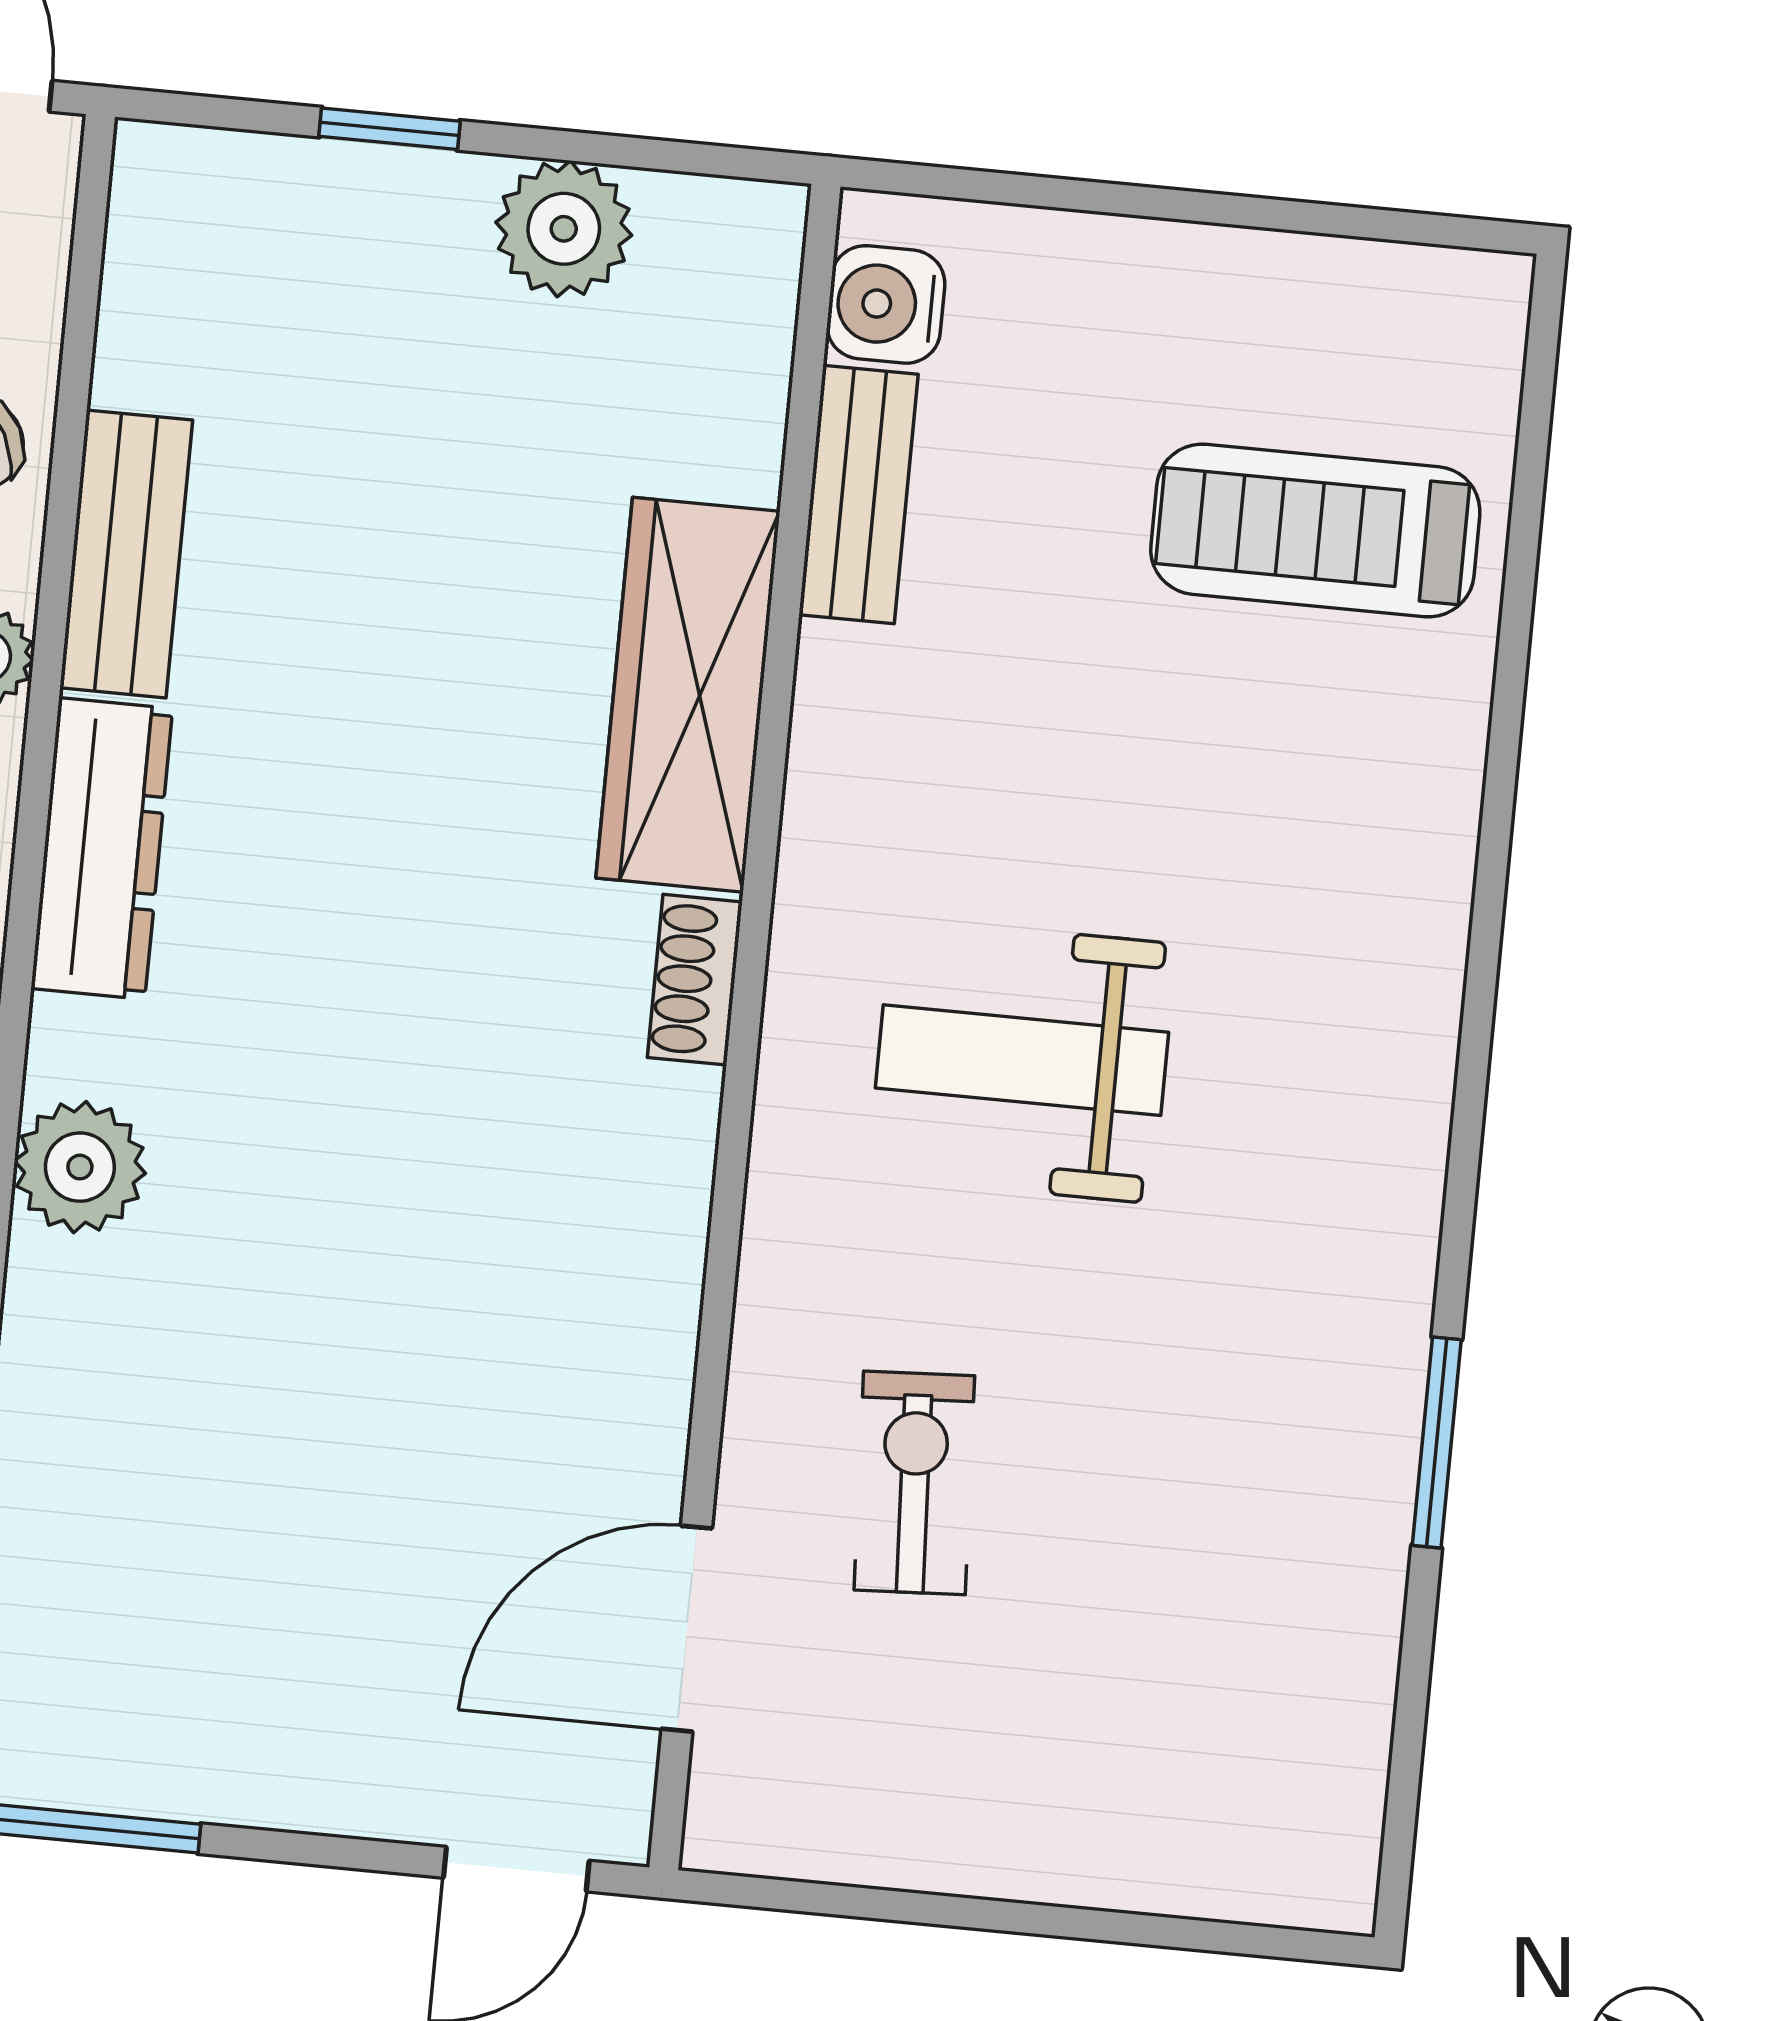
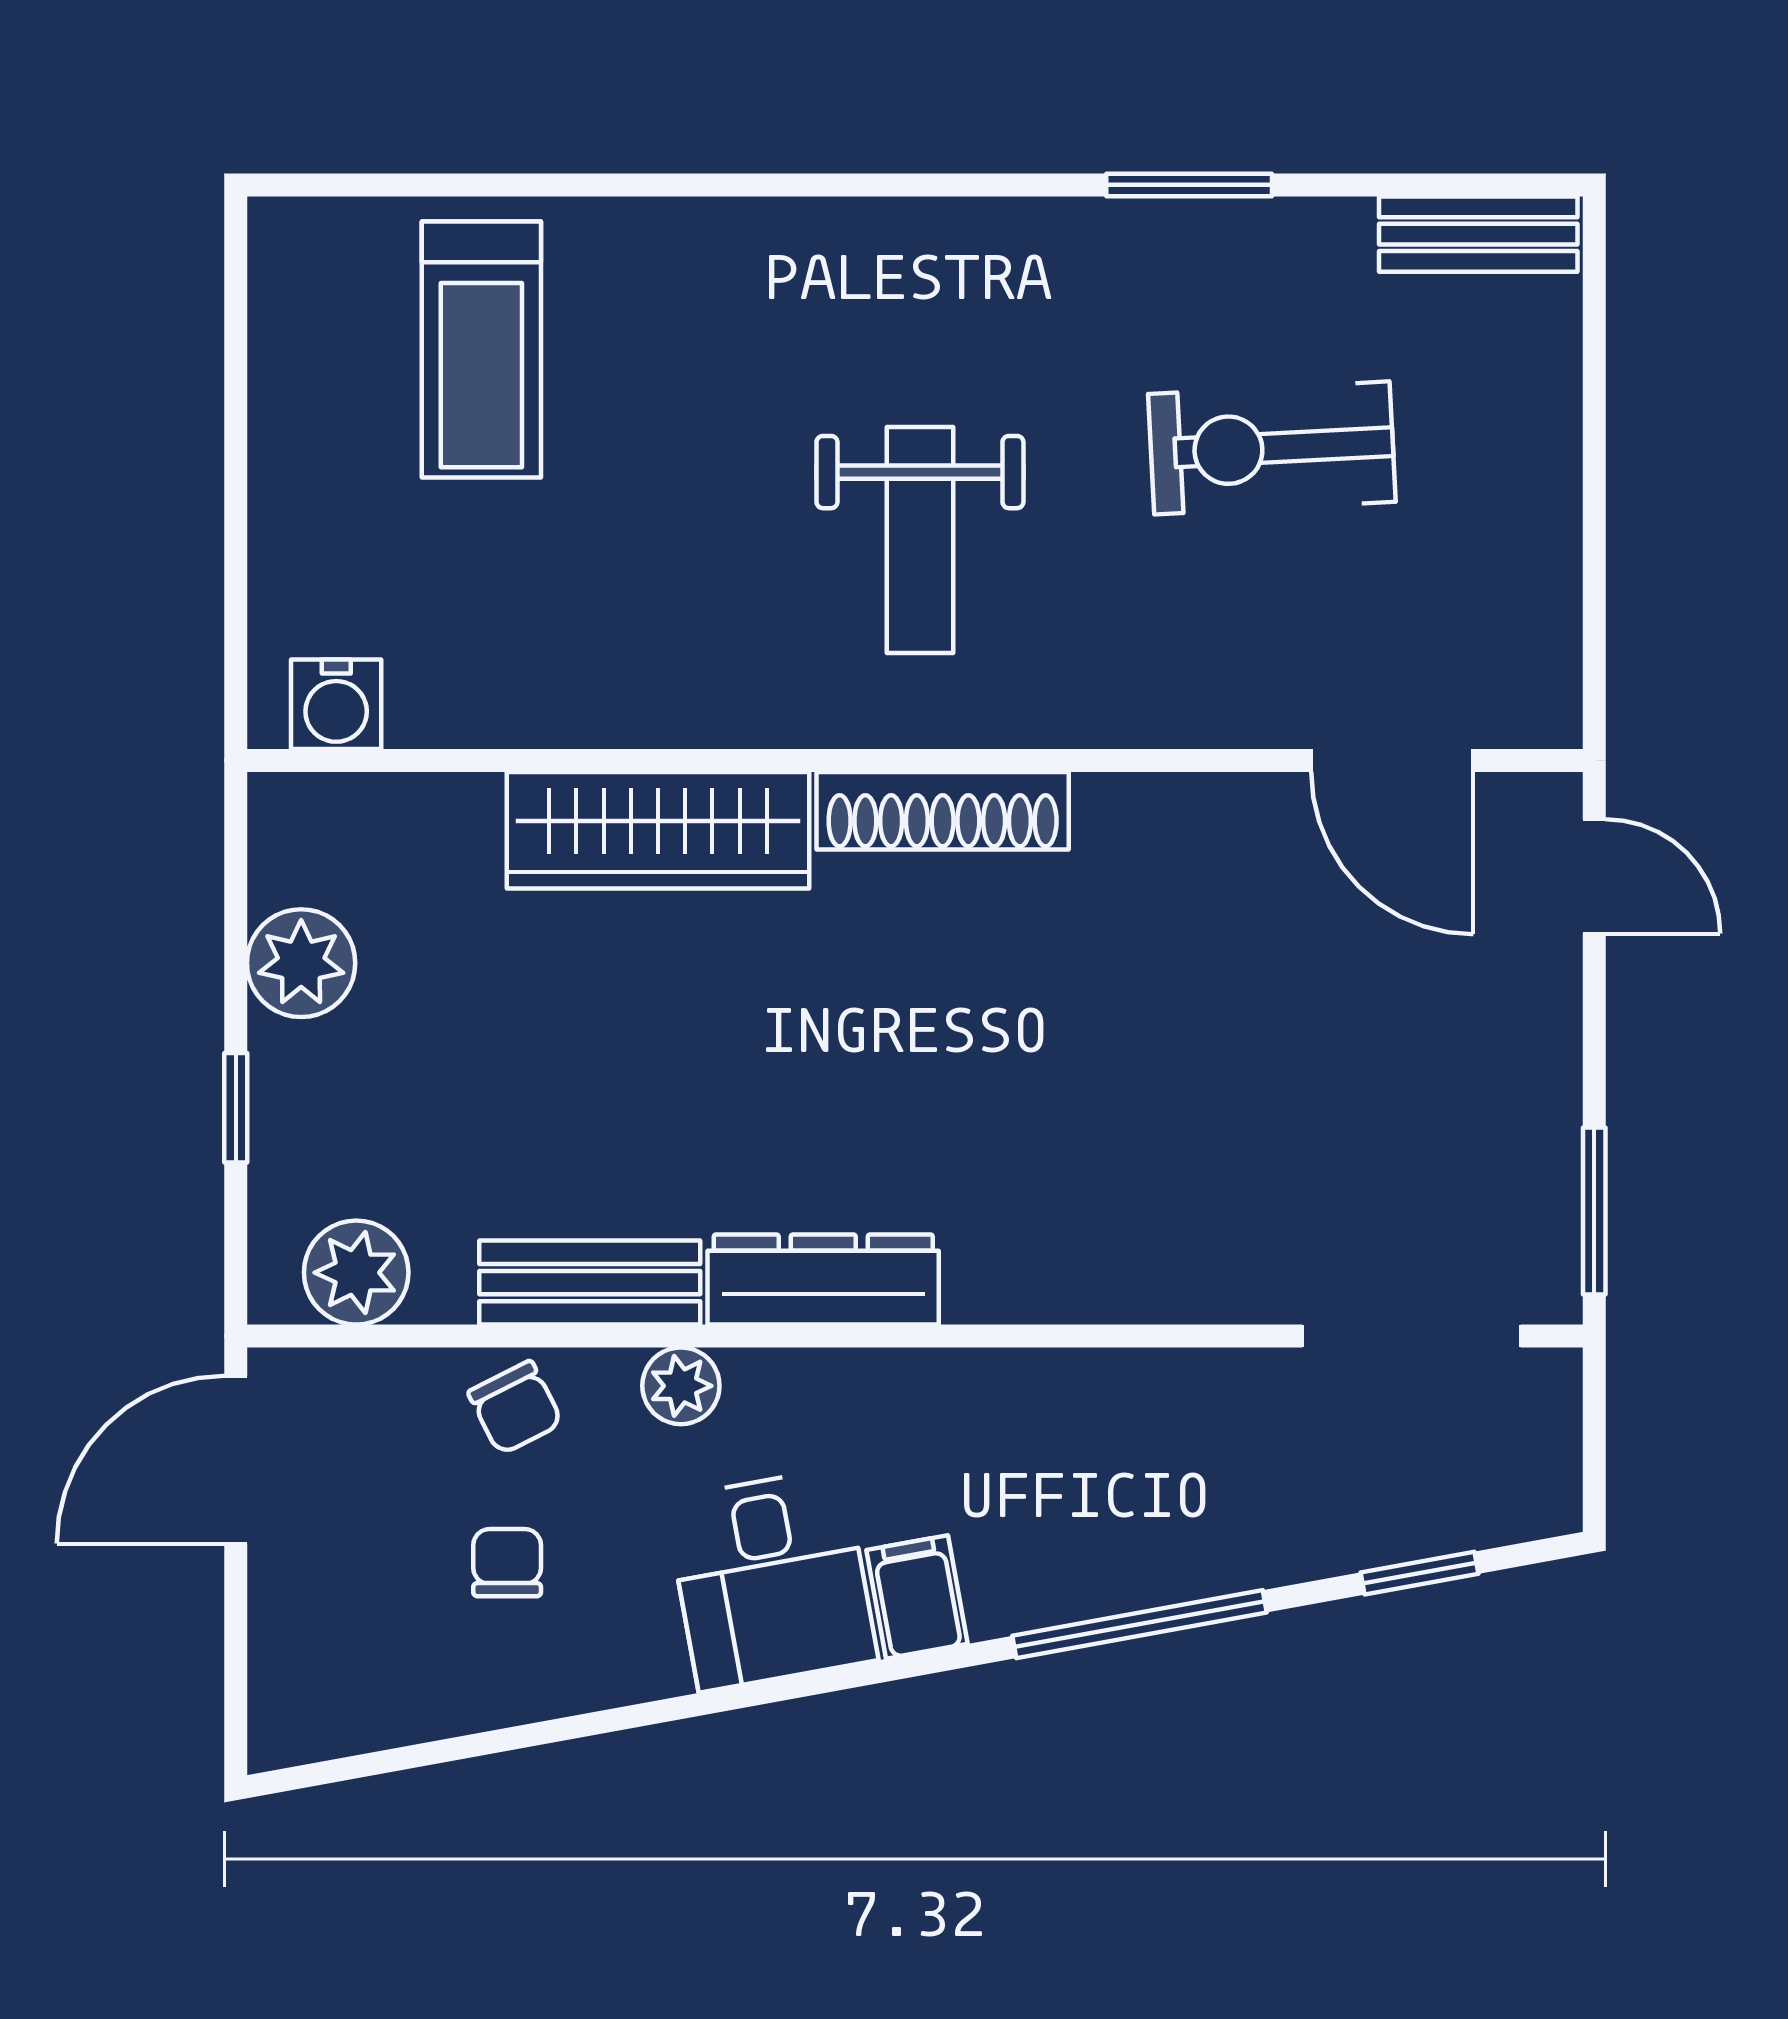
bench: (859, 495) -> (1478, 234), moved
shoe rack: (695, 980) -> (943, 811), width x1.94, depth x1.24
plant: (80, 1167) -> (356, 1273), moved
exercise bike: (914, 1483) -> (1272, 448), moved, width x1.38, depth x1.39

